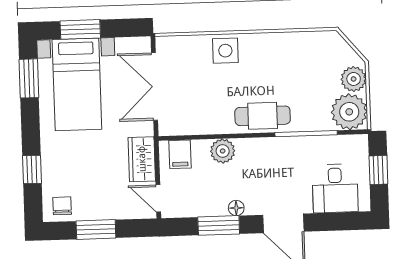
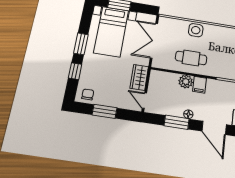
window: (29, 78) -> (81, 44), moved
cafe table: (263, 116) -> (191, 58), moved
filing cabinet: (180, 154) -> (199, 85), moved

